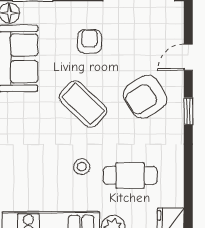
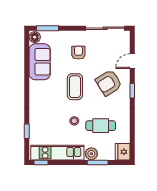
coffee table: (83, 104) -> (75, 87), turned 46

